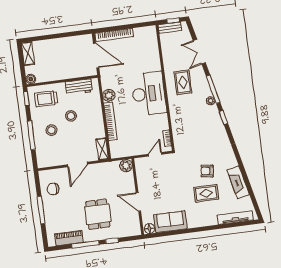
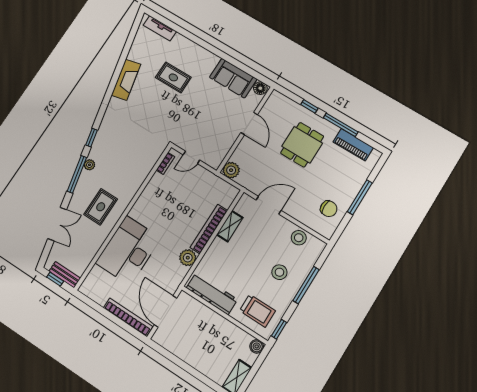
workbench: (79, 87) -> (212, 294), width x1.38
desk: (149, 94) -> (128, 251), moved
stool: (71, 116) -> (299, 238), moved
shelving: (102, 149) -> (230, 226), moved
door: (78, 164) -> (269, 205), moved
armchair: (207, 171) -> (153, 98), removed
fireplace: (238, 182) -> (126, 80), moved
tv unit: (235, 218) -> (160, 28), width x0.71

